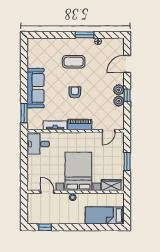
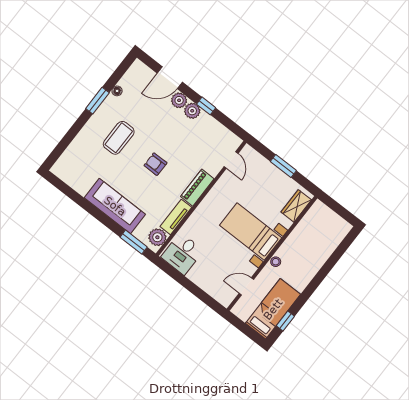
door: (127, 64) -> (170, 78), hinge flipped
plant: (119, 101) -> (179, 100), moved
plant: (37, 124) -> (157, 237), added
bed with nightstands: (78, 171) -> (251, 232), width x0.73
bed: (105, 215) -> (273, 309), moved, turned 180

